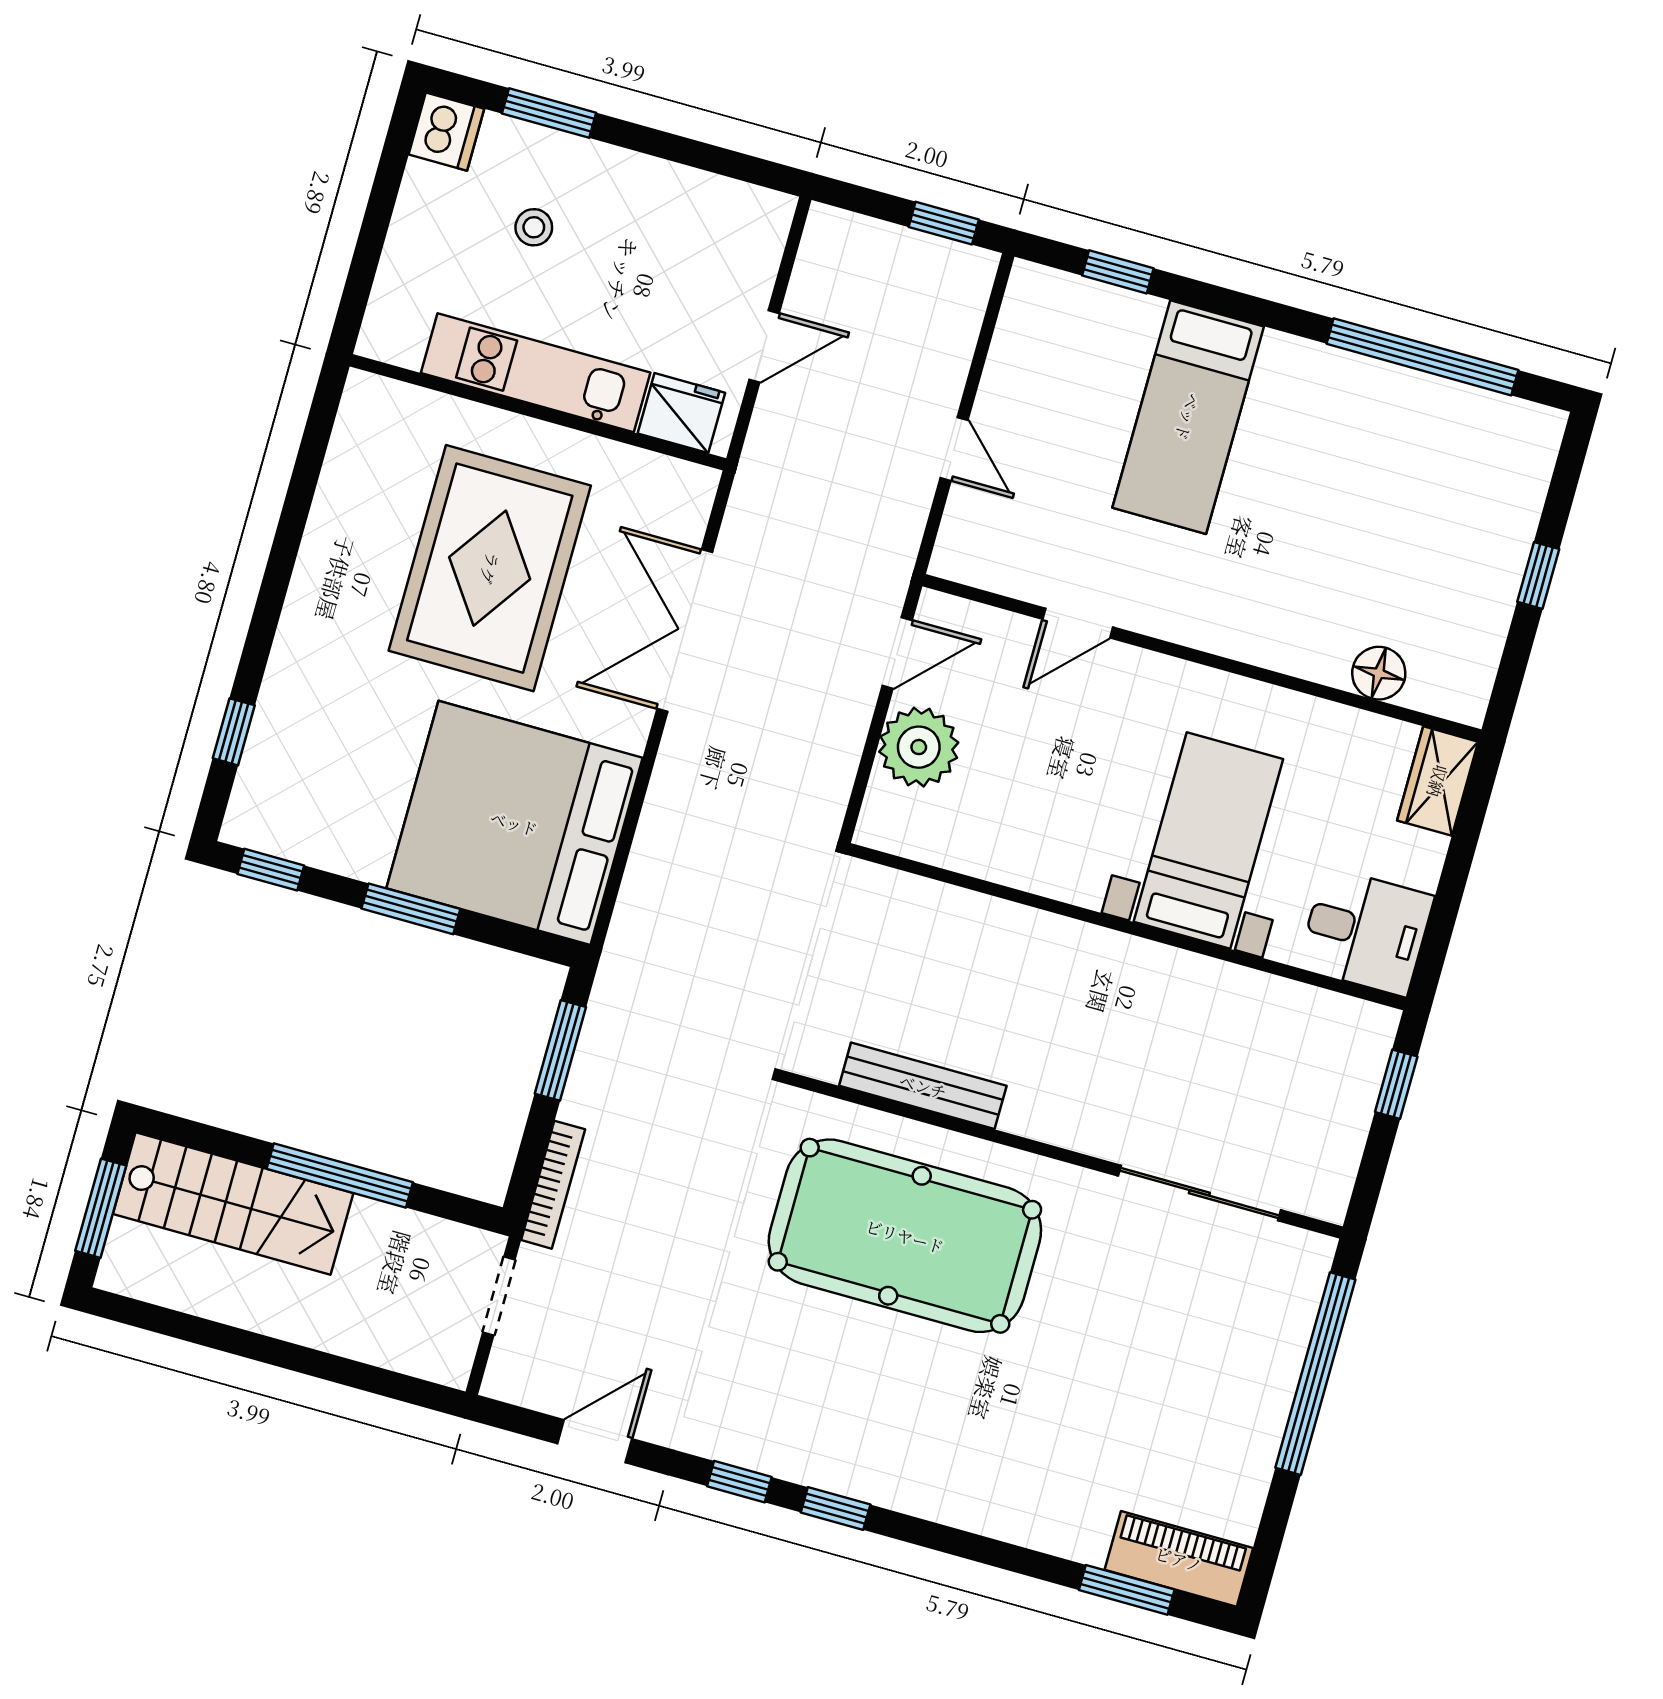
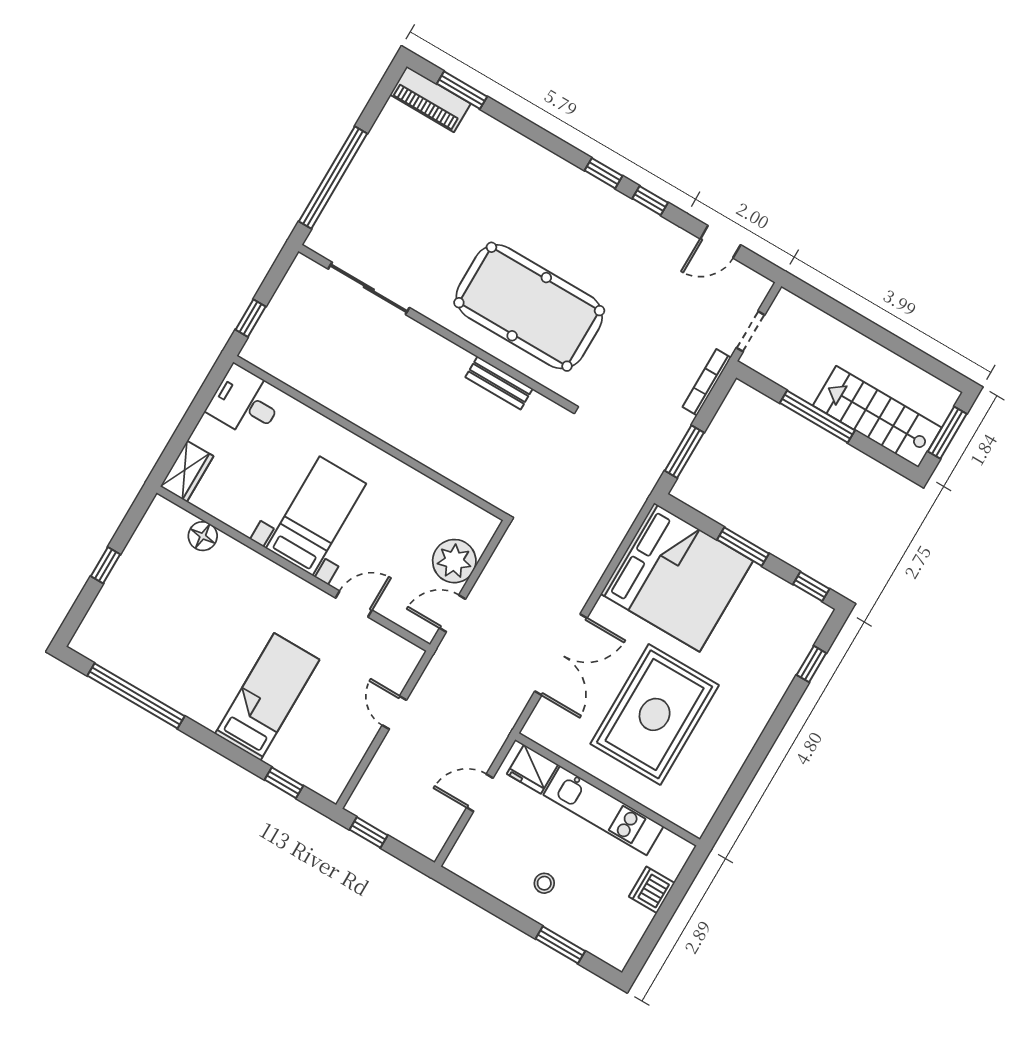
dishwasher: (446, 132) -> (652, 890), moved
stool: (534, 227) -> (544, 883), moved
bed with nightstands: (1208, 840) -> (316, 516), moved, turned 180
bench: (923, 1086) -> (499, 383), width x0.73

